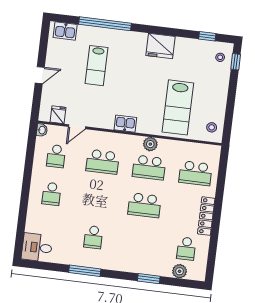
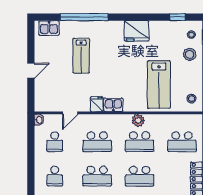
stool: (216, 79) -> (190, 54), added
fridge: (58, 115) -> (97, 104), moved
school desk: (98, 200) -> (97, 176), added

